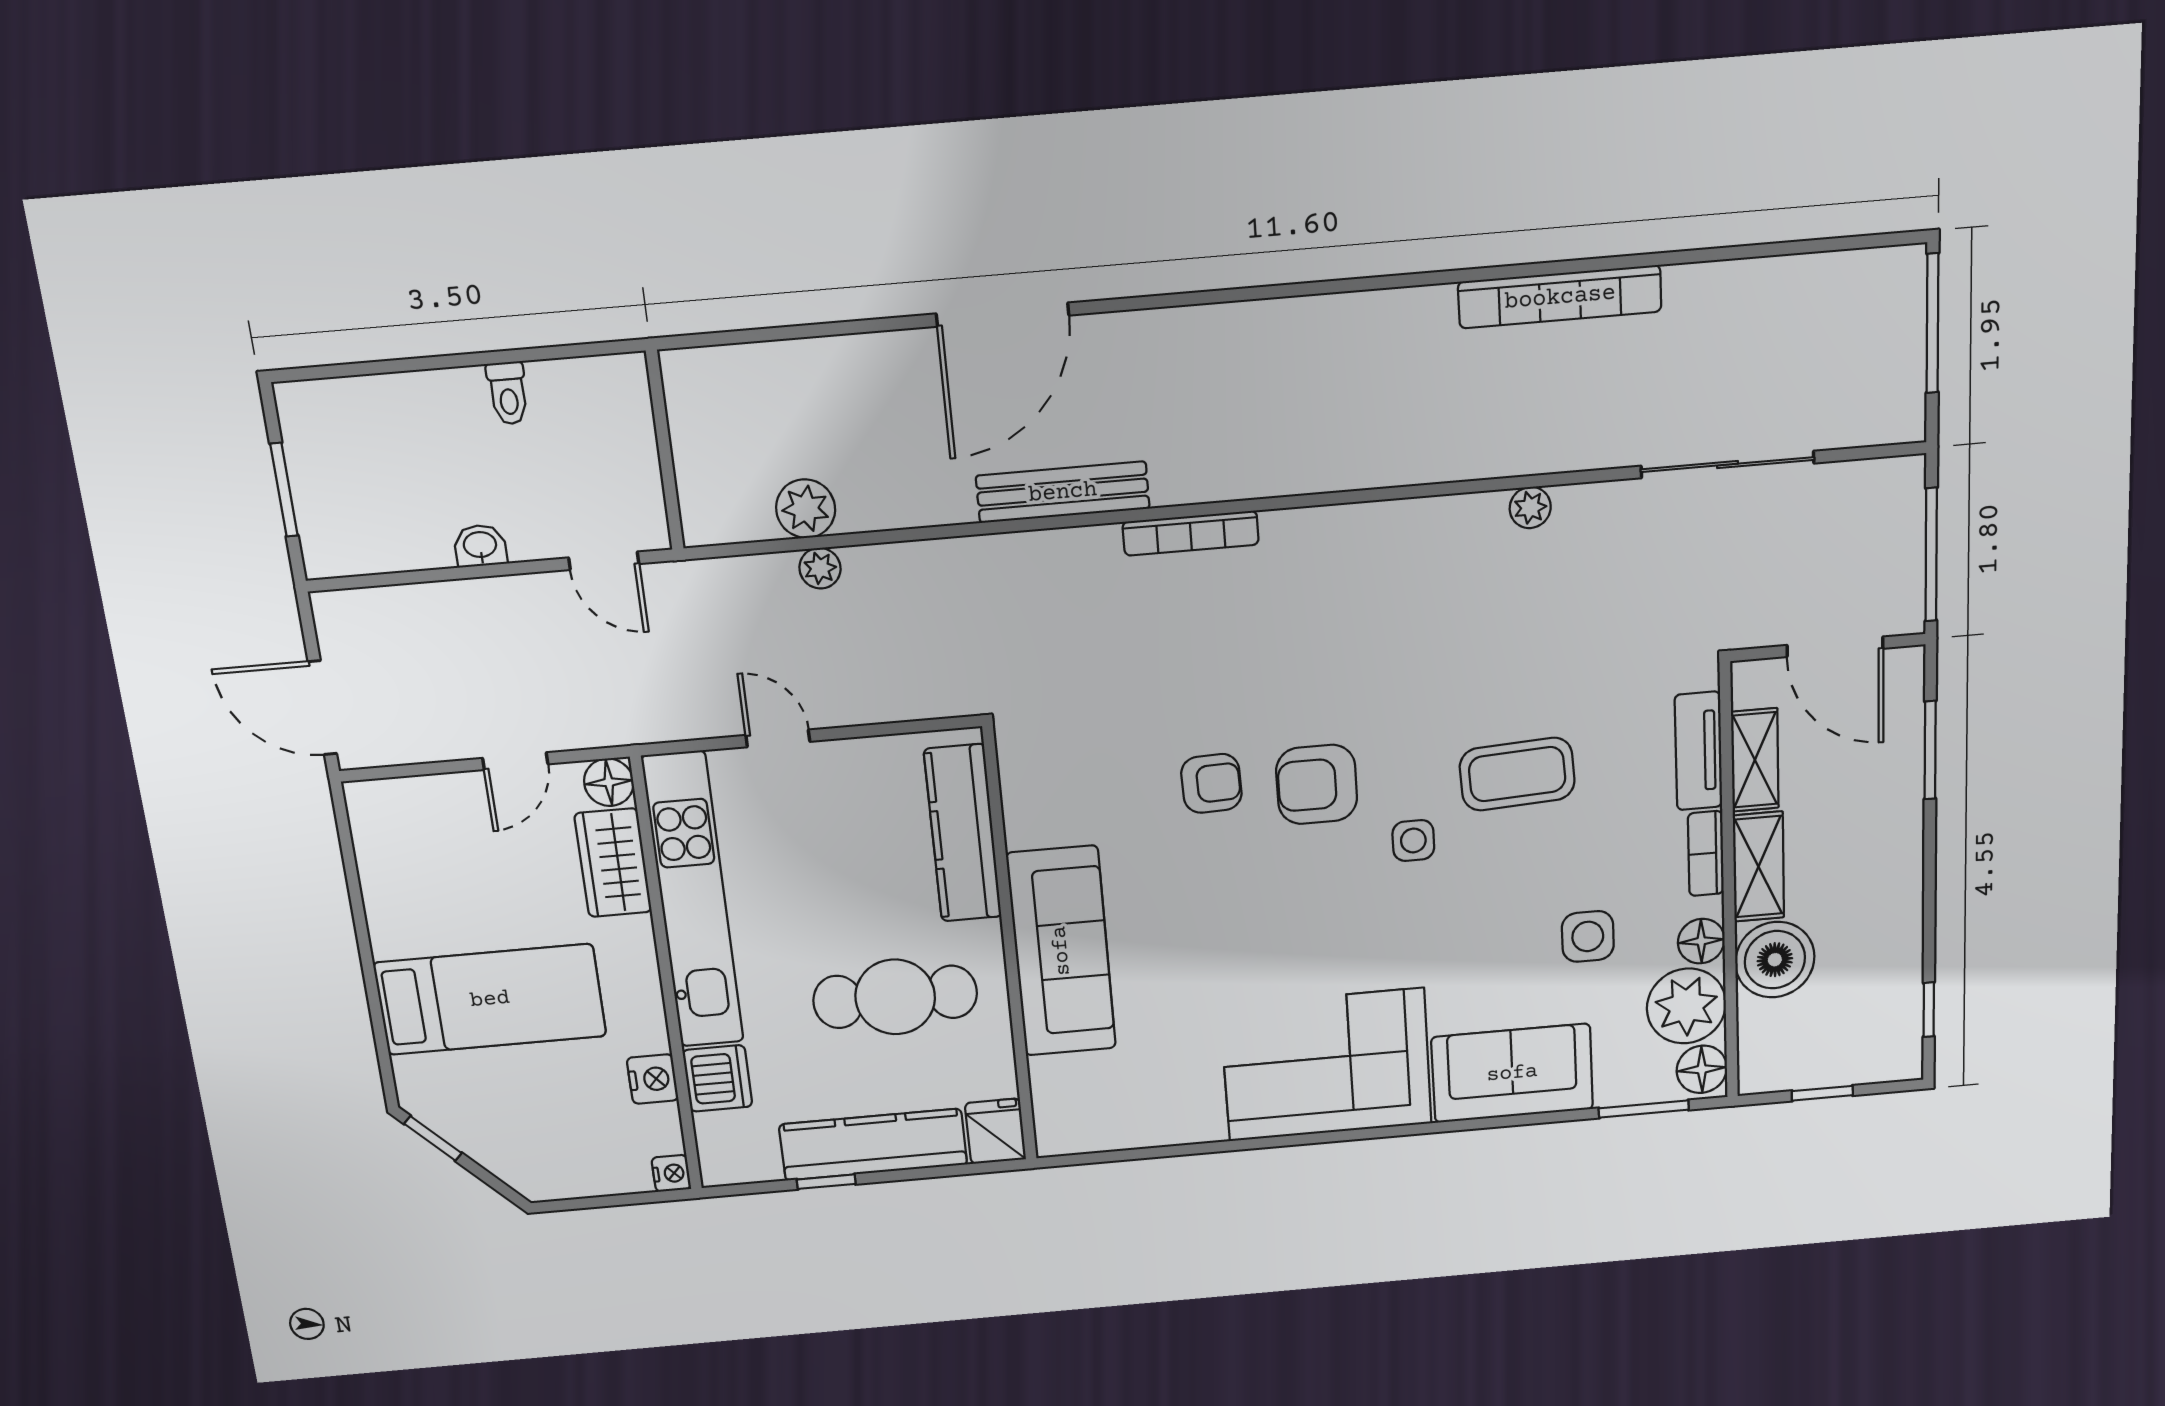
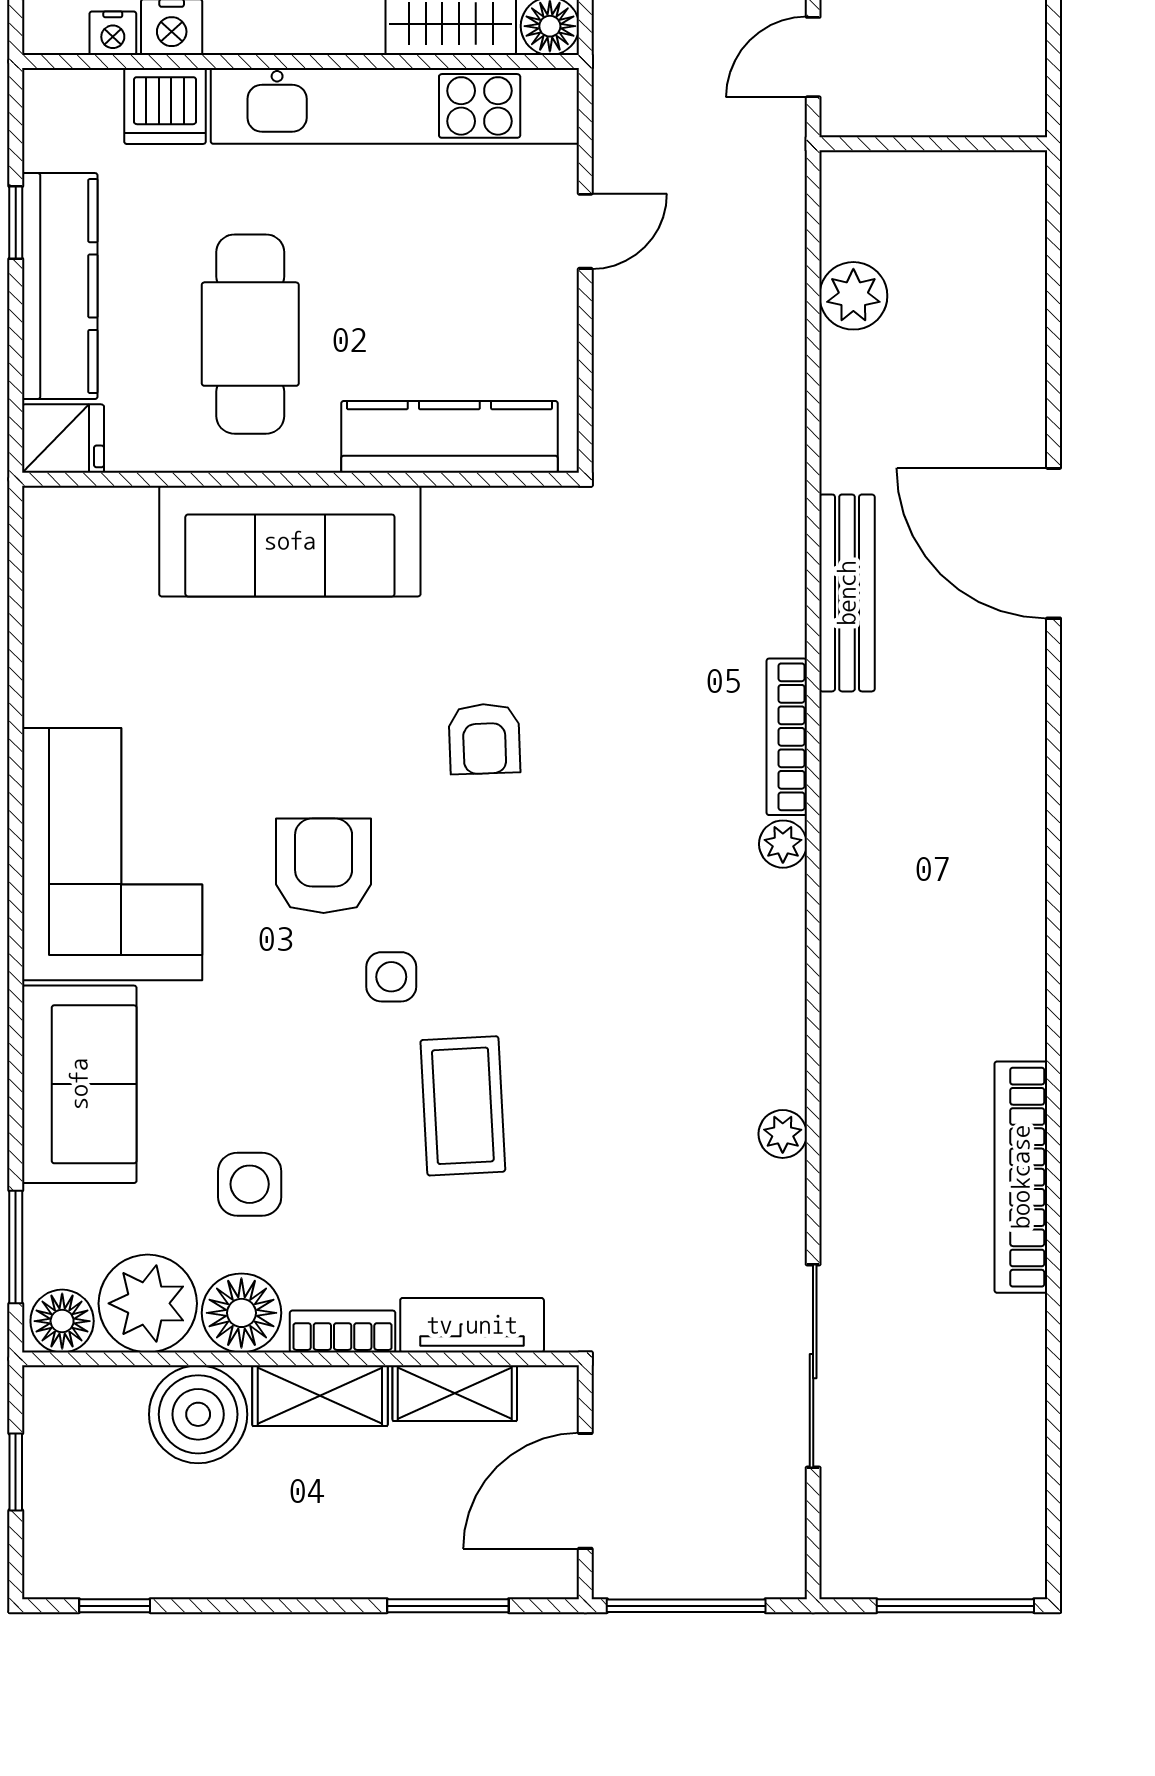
plant: (820, 568) -> (783, 844), moved
armchair: (1317, 784) -> (324, 866), moved
floor lamp: (1701, 941) -> (241, 1313), width x1.38, depth x1.38
nightstand: (671, 1173) -> (113, 33), moved

